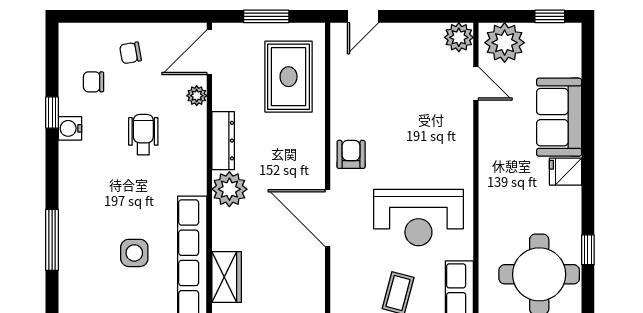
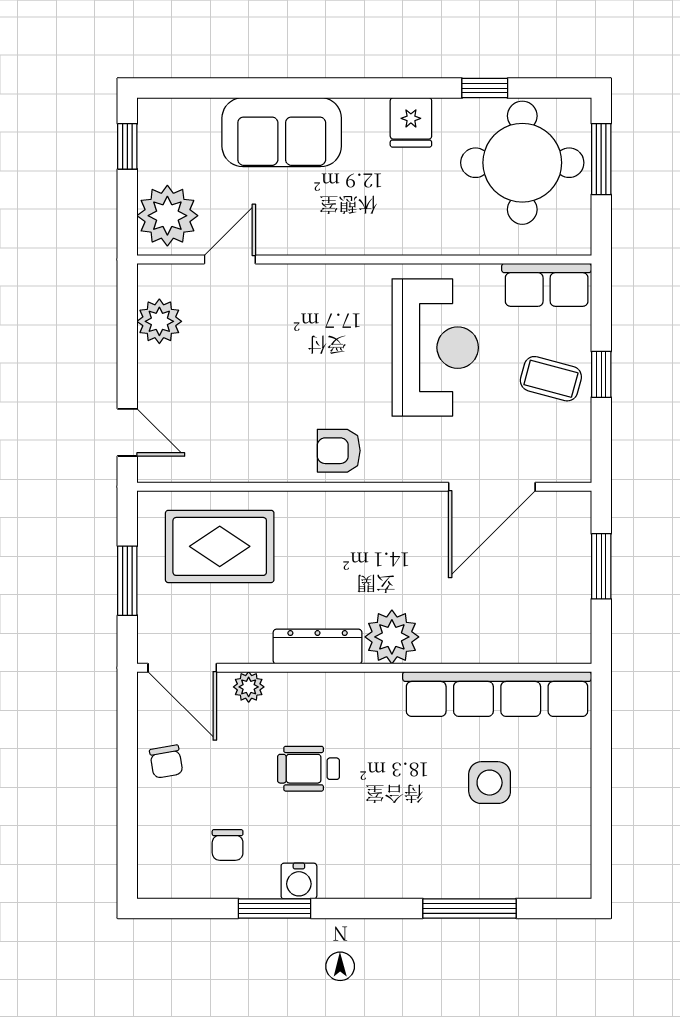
plant: (459, 37) -> (159, 321), moved
chair: (130, 53) -> (166, 762), moved
window: (52, 112) -> (275, 908), width x1.50
fridge: (566, 172) -> (411, 122), moved
door: (328, 218) -> (492, 487), moved
wardrobe: (227, 277) -> (526, 641), removed

